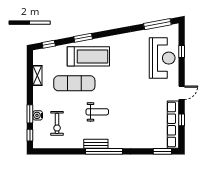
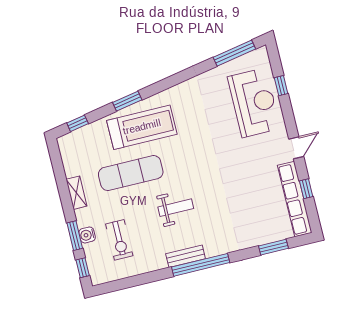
shelving: (37, 75) -> (76, 193), moved
window: (162, 151) -> (273, 247), moved

